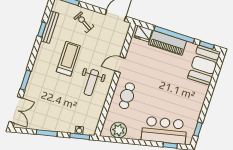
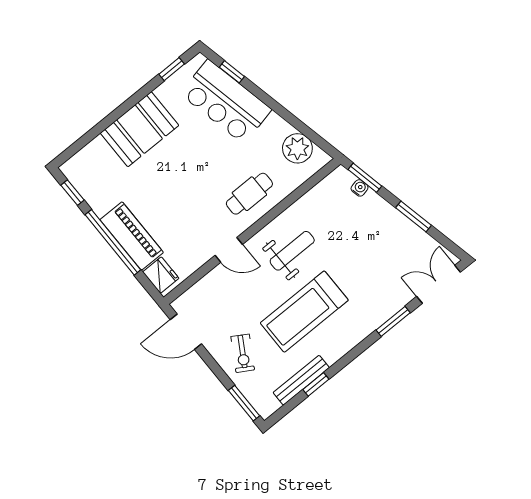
treadmill: (68, 59) -> (304, 312), width x1.37, depth x1.38
booth: (204, 65) -> (140, 129), moved

